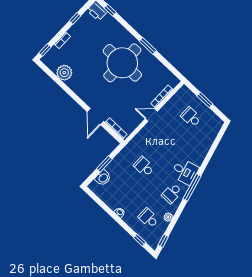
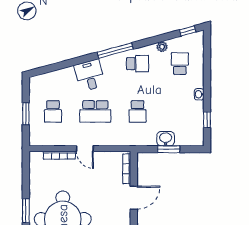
school desk: (167, 142) -> (95, 111), added
desk: (185, 171) -> (90, 75), moved
washbasin: (103, 178) -> (166, 139), moved
school desk: (148, 218) -> (180, 64), turned 180
window: (140, 240) -> (207, 120), moved

